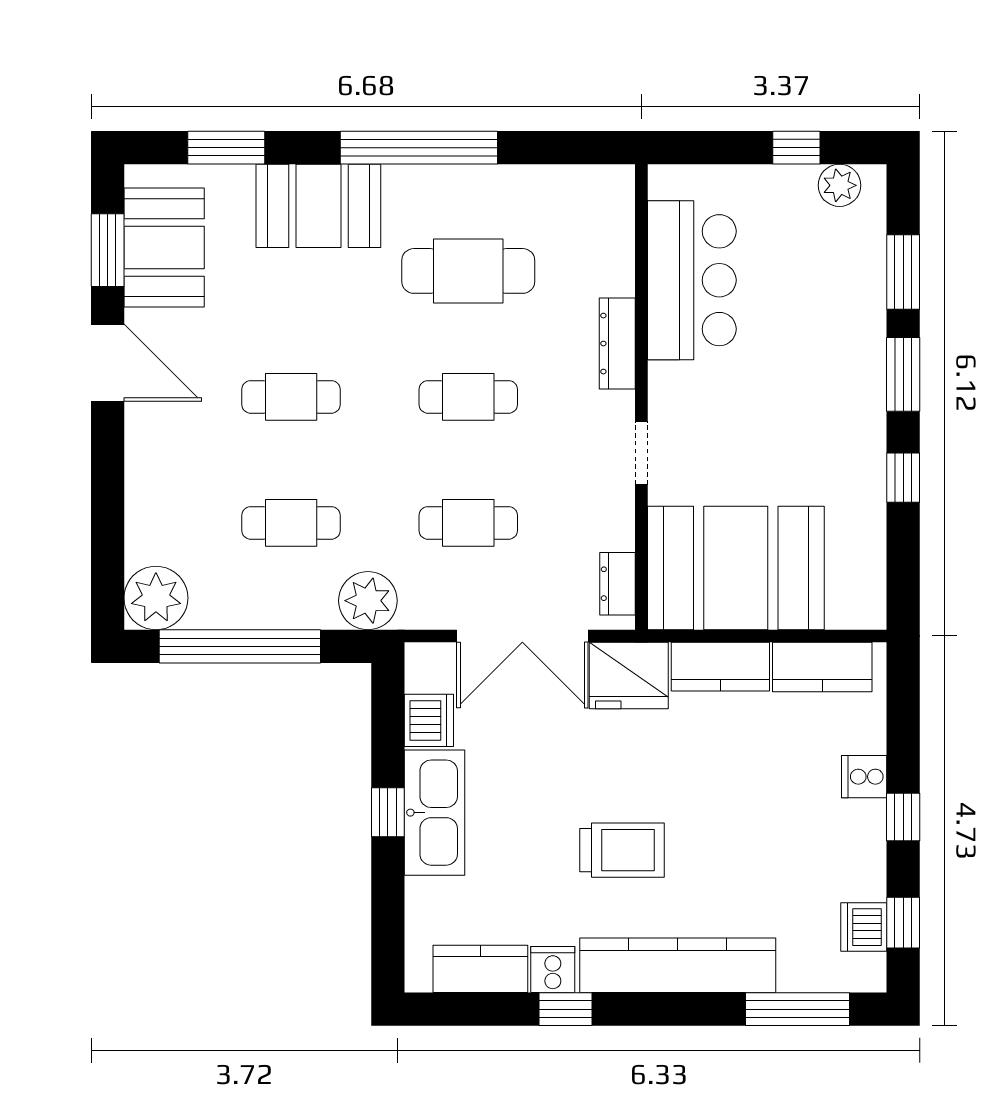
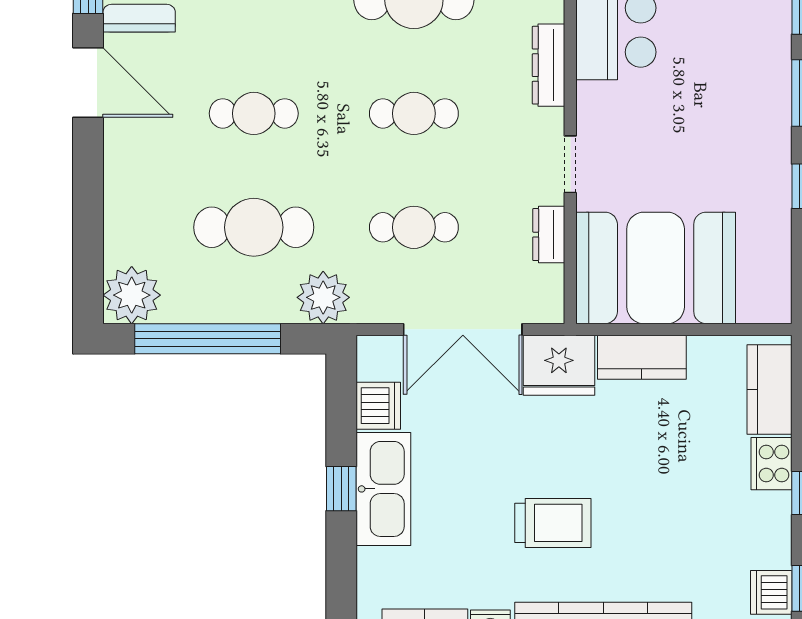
cafe table: (291, 523) -> (254, 227), width x1.37, depth x1.35
dresser: (618, 584) -> (549, 235), moved
kitchen counter: (822, 667) -> (769, 389), moved, turned 90
cooker: (864, 777) -> (772, 464), width x1.36

